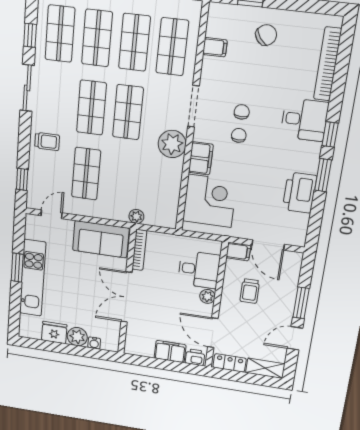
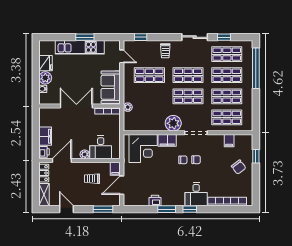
printer: (299, 193) -> (155, 201), width x0.53, depth x0.68
window: (301, 303) -> (103, 209), moved

